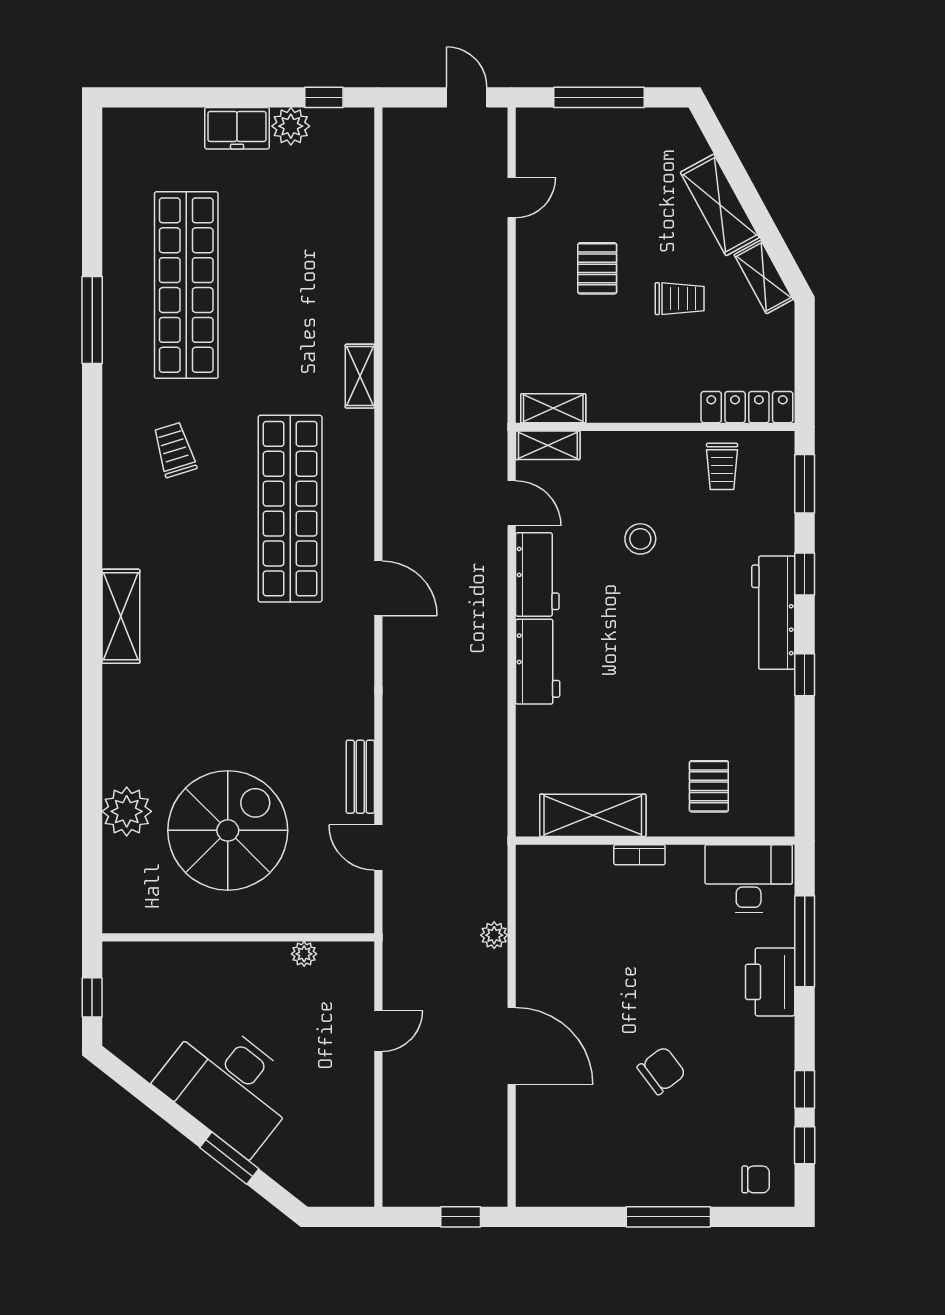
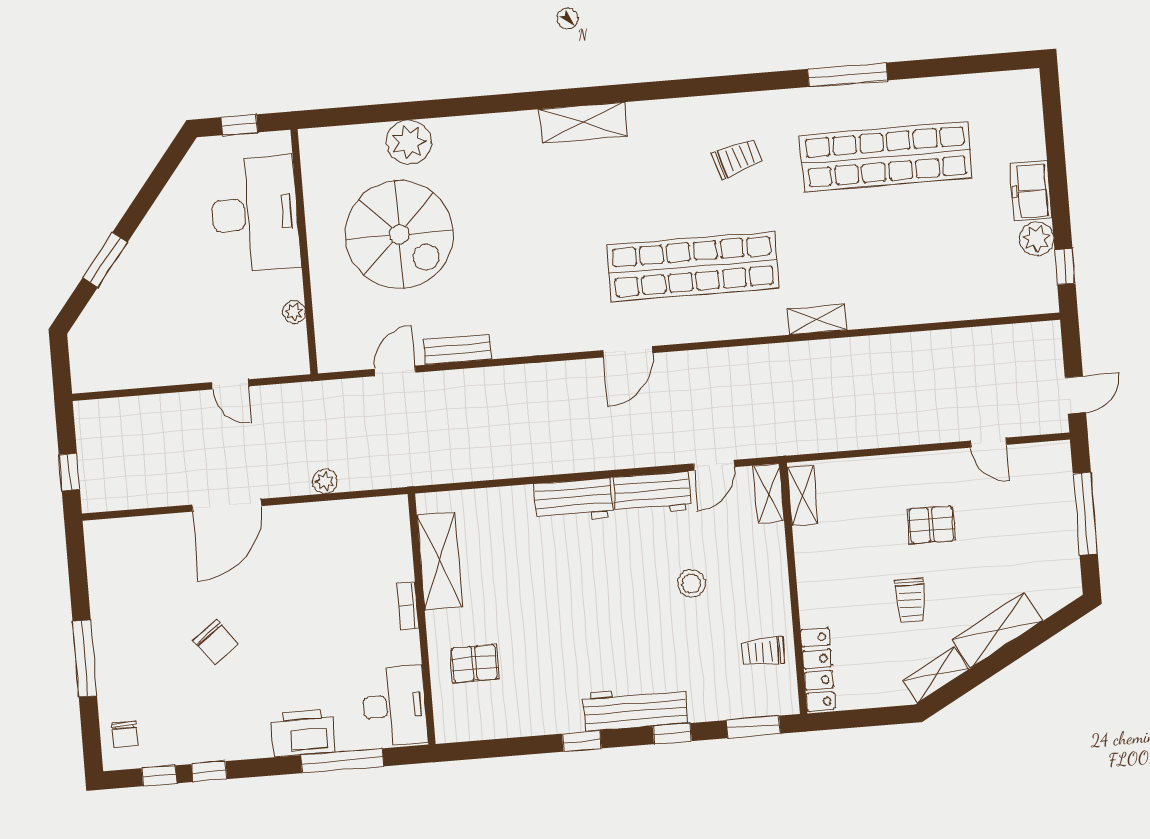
desk: (229, 1085) -> (255, 214), moved, turned 142

